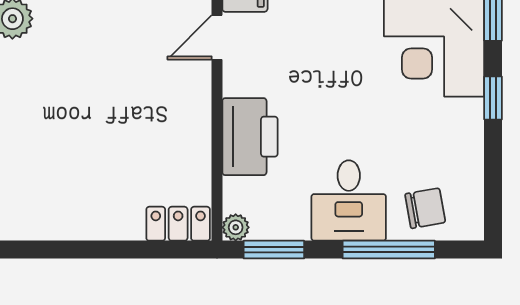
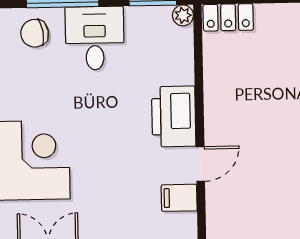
printer: (250, 137) -> (174, 116), moved

